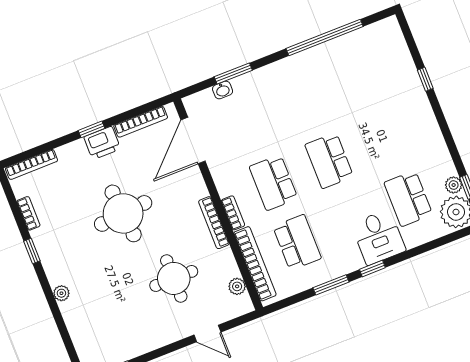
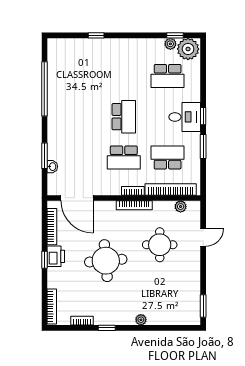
school desk: (329, 161) -> (124, 117), turned -90
desk: (378, 237) -> (185, 117), moved

